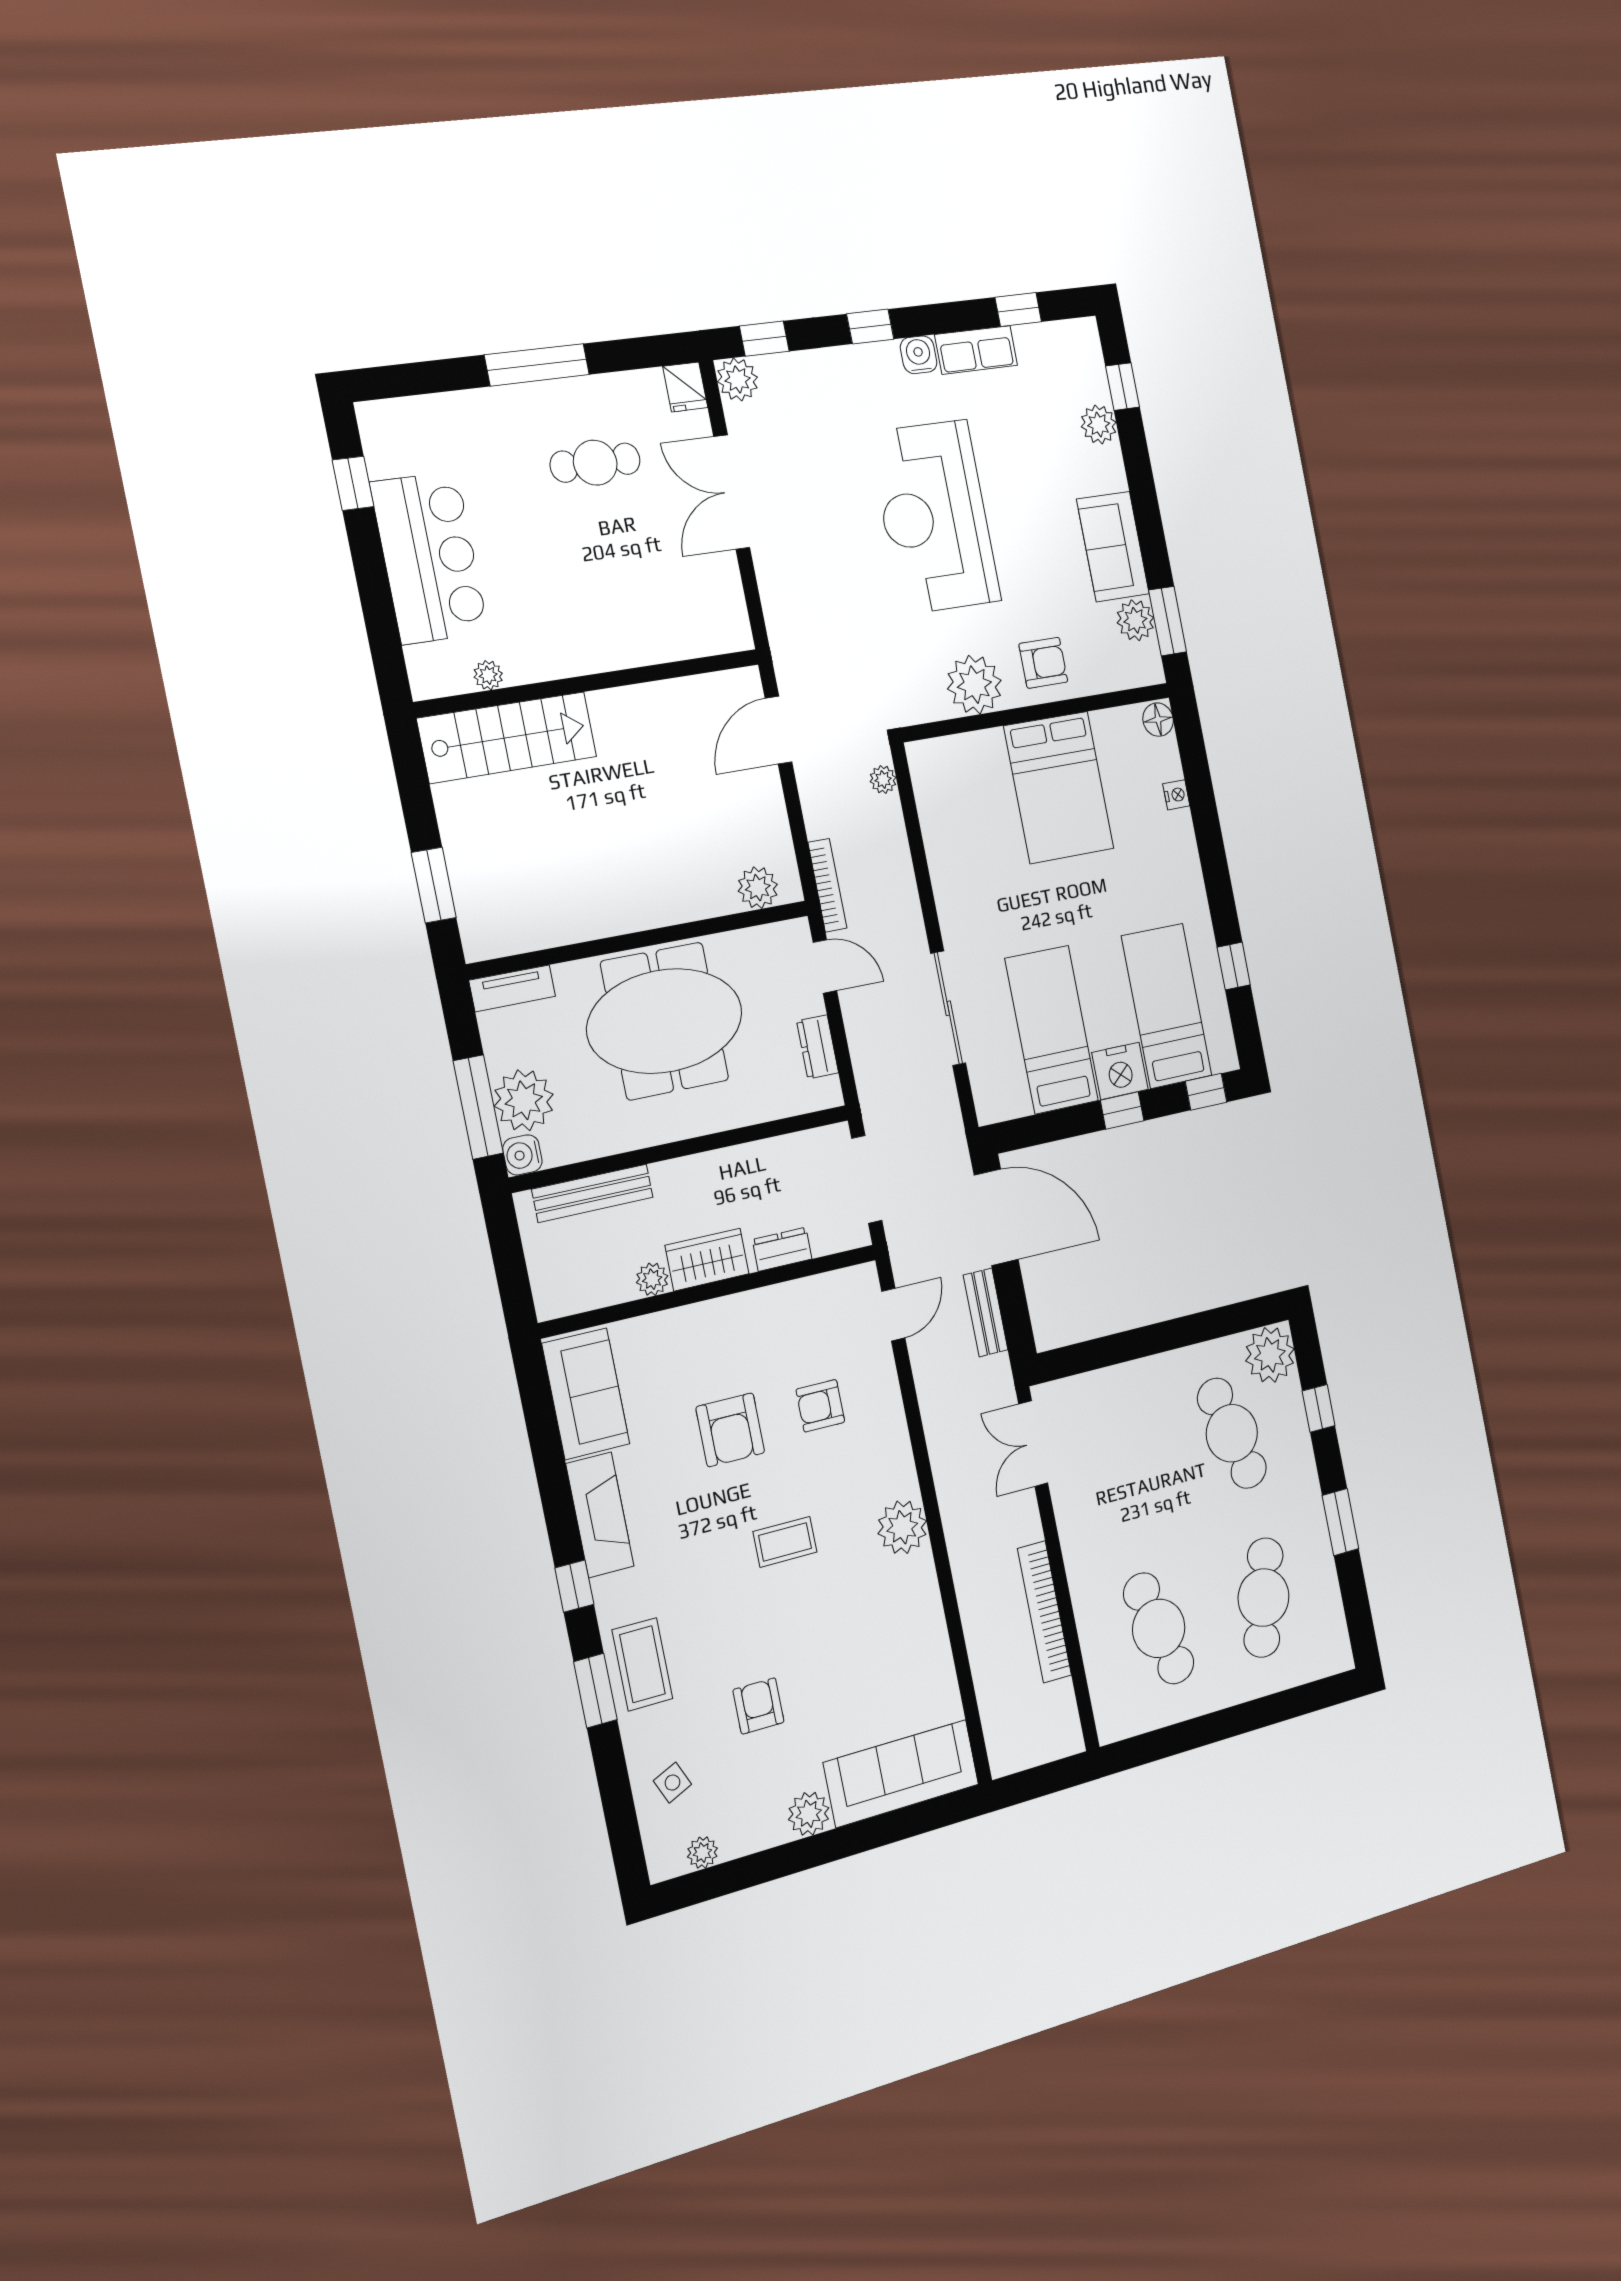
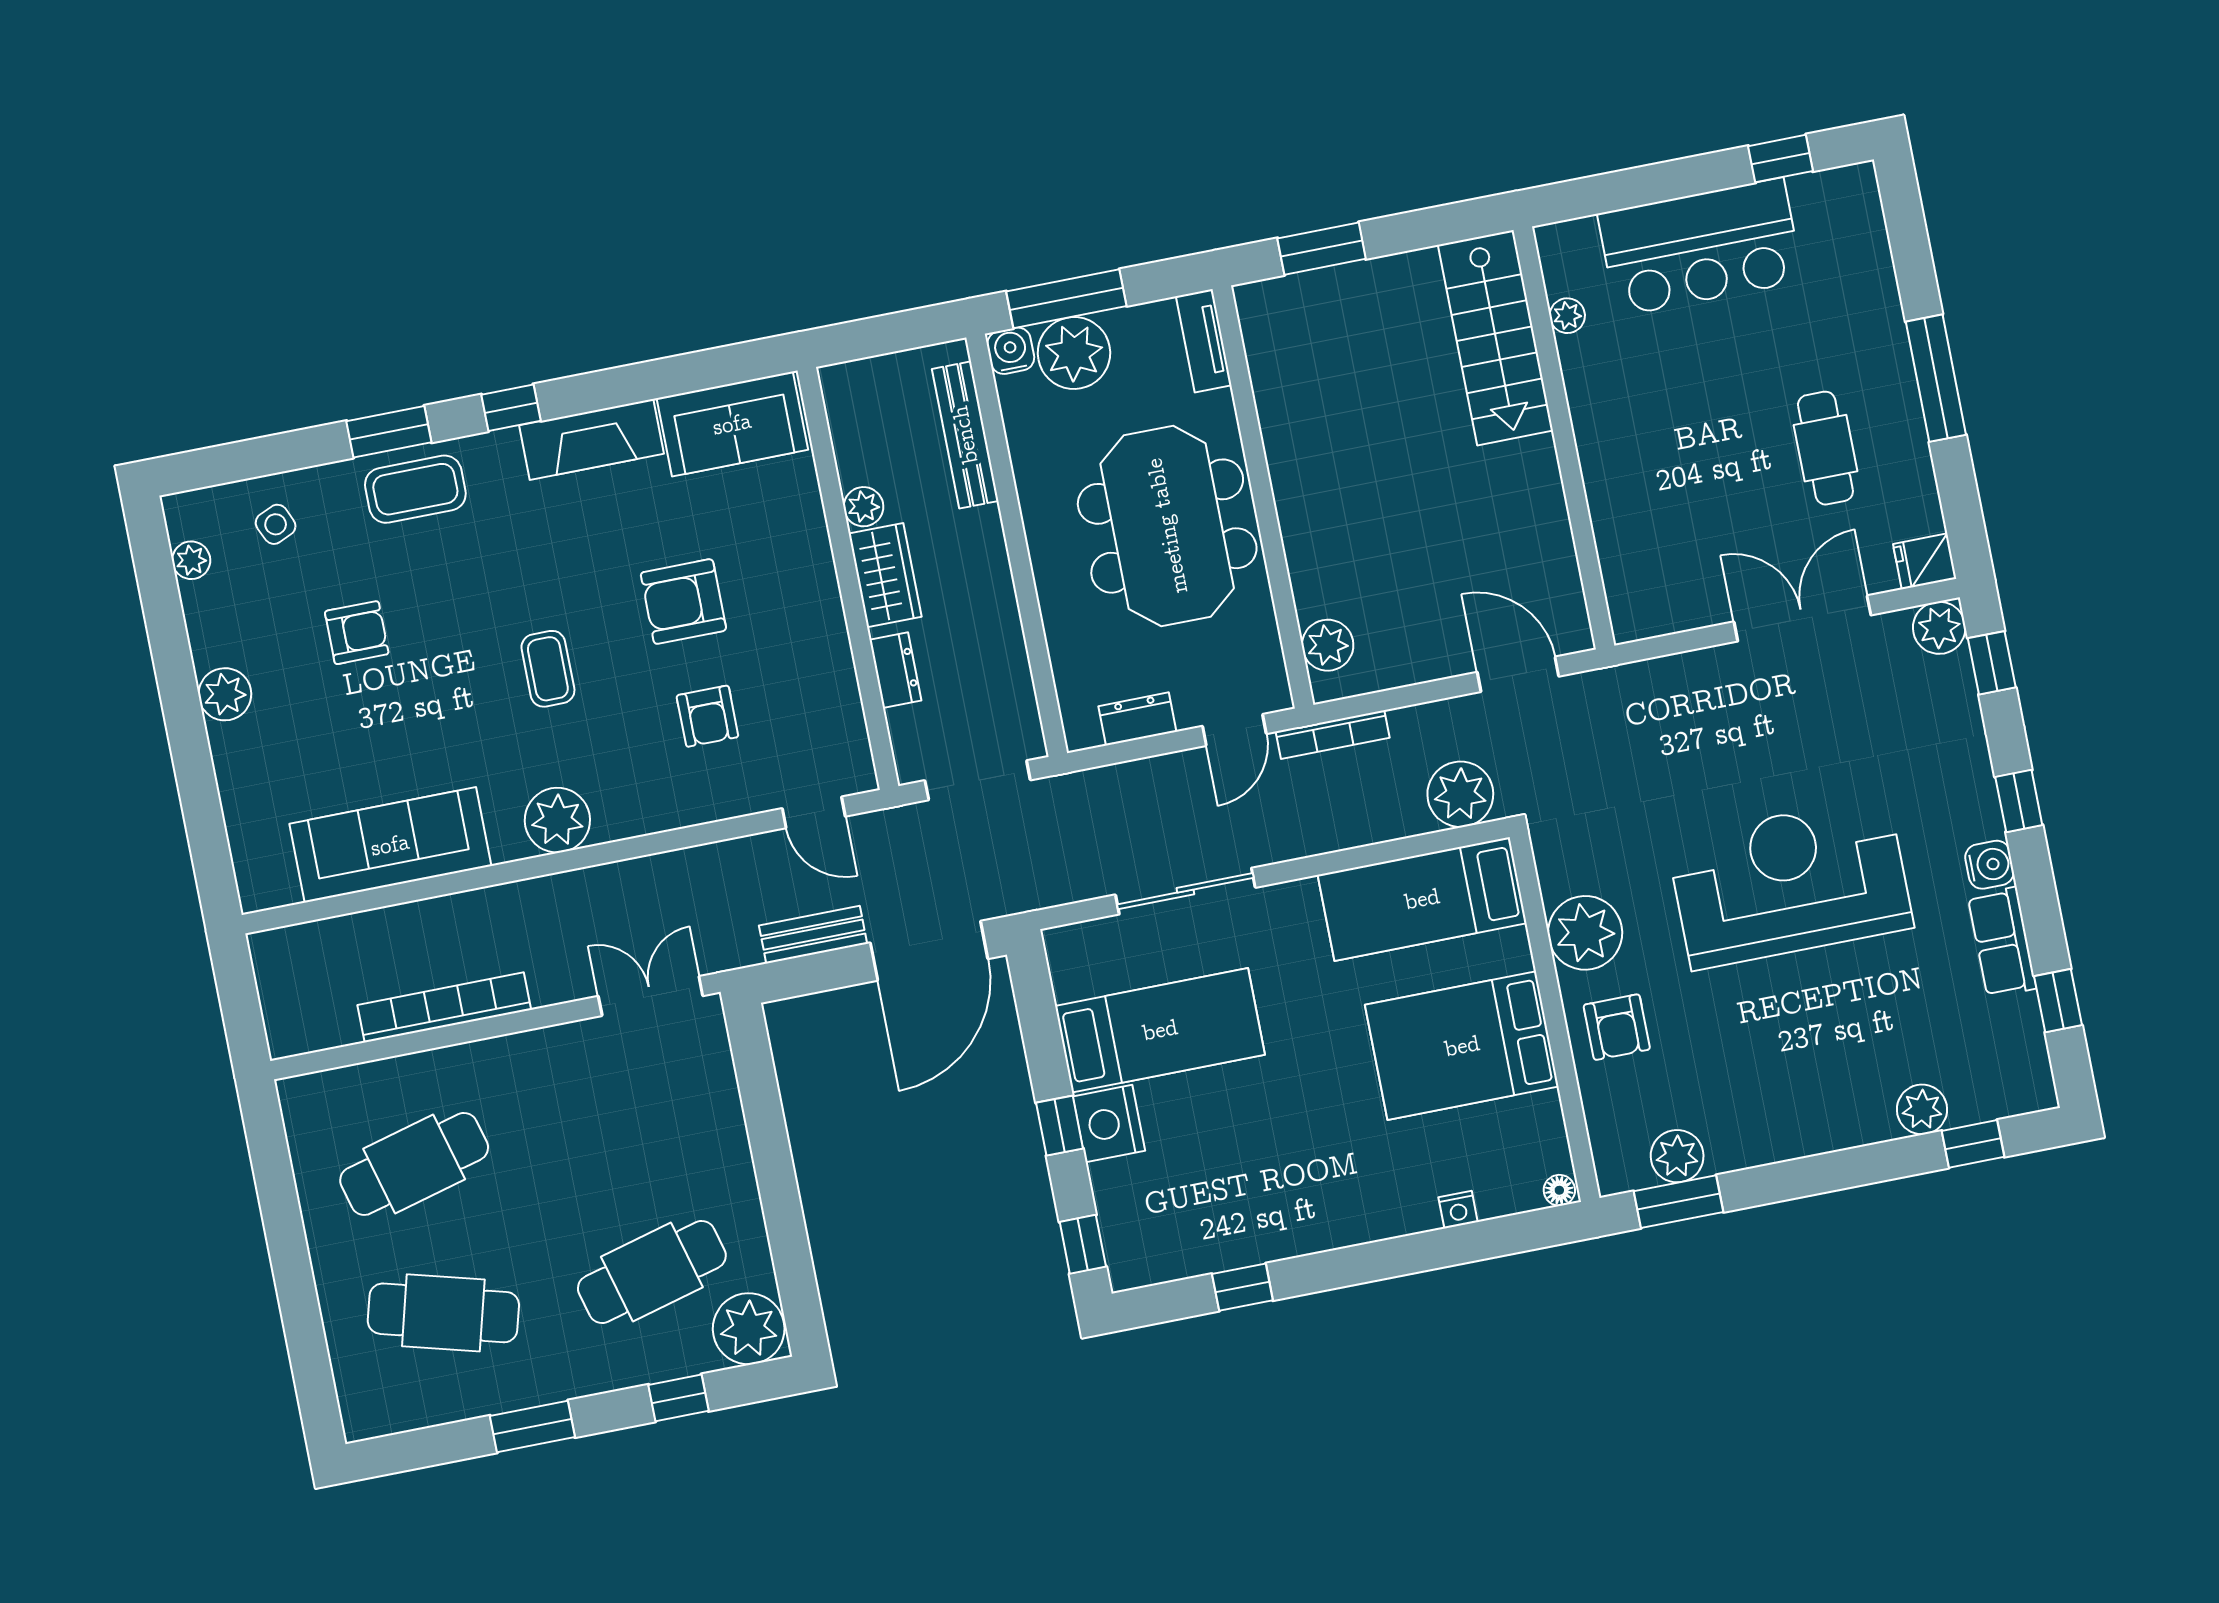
sofa: (1113, 547) -> (1769, 1126), removed
floor lamp: (1158, 720) -> (1559, 1190), width x0.73, depth x0.73
plant: (883, 780) -> (1460, 794), width x1.87, depth x1.87
bed: (1167, 1006) -> (1422, 899), moved, turned 180
armchair: (820, 1406) -> (707, 716), turned 180
sofa: (901, 1773) -> (390, 845), moved, turned -90

